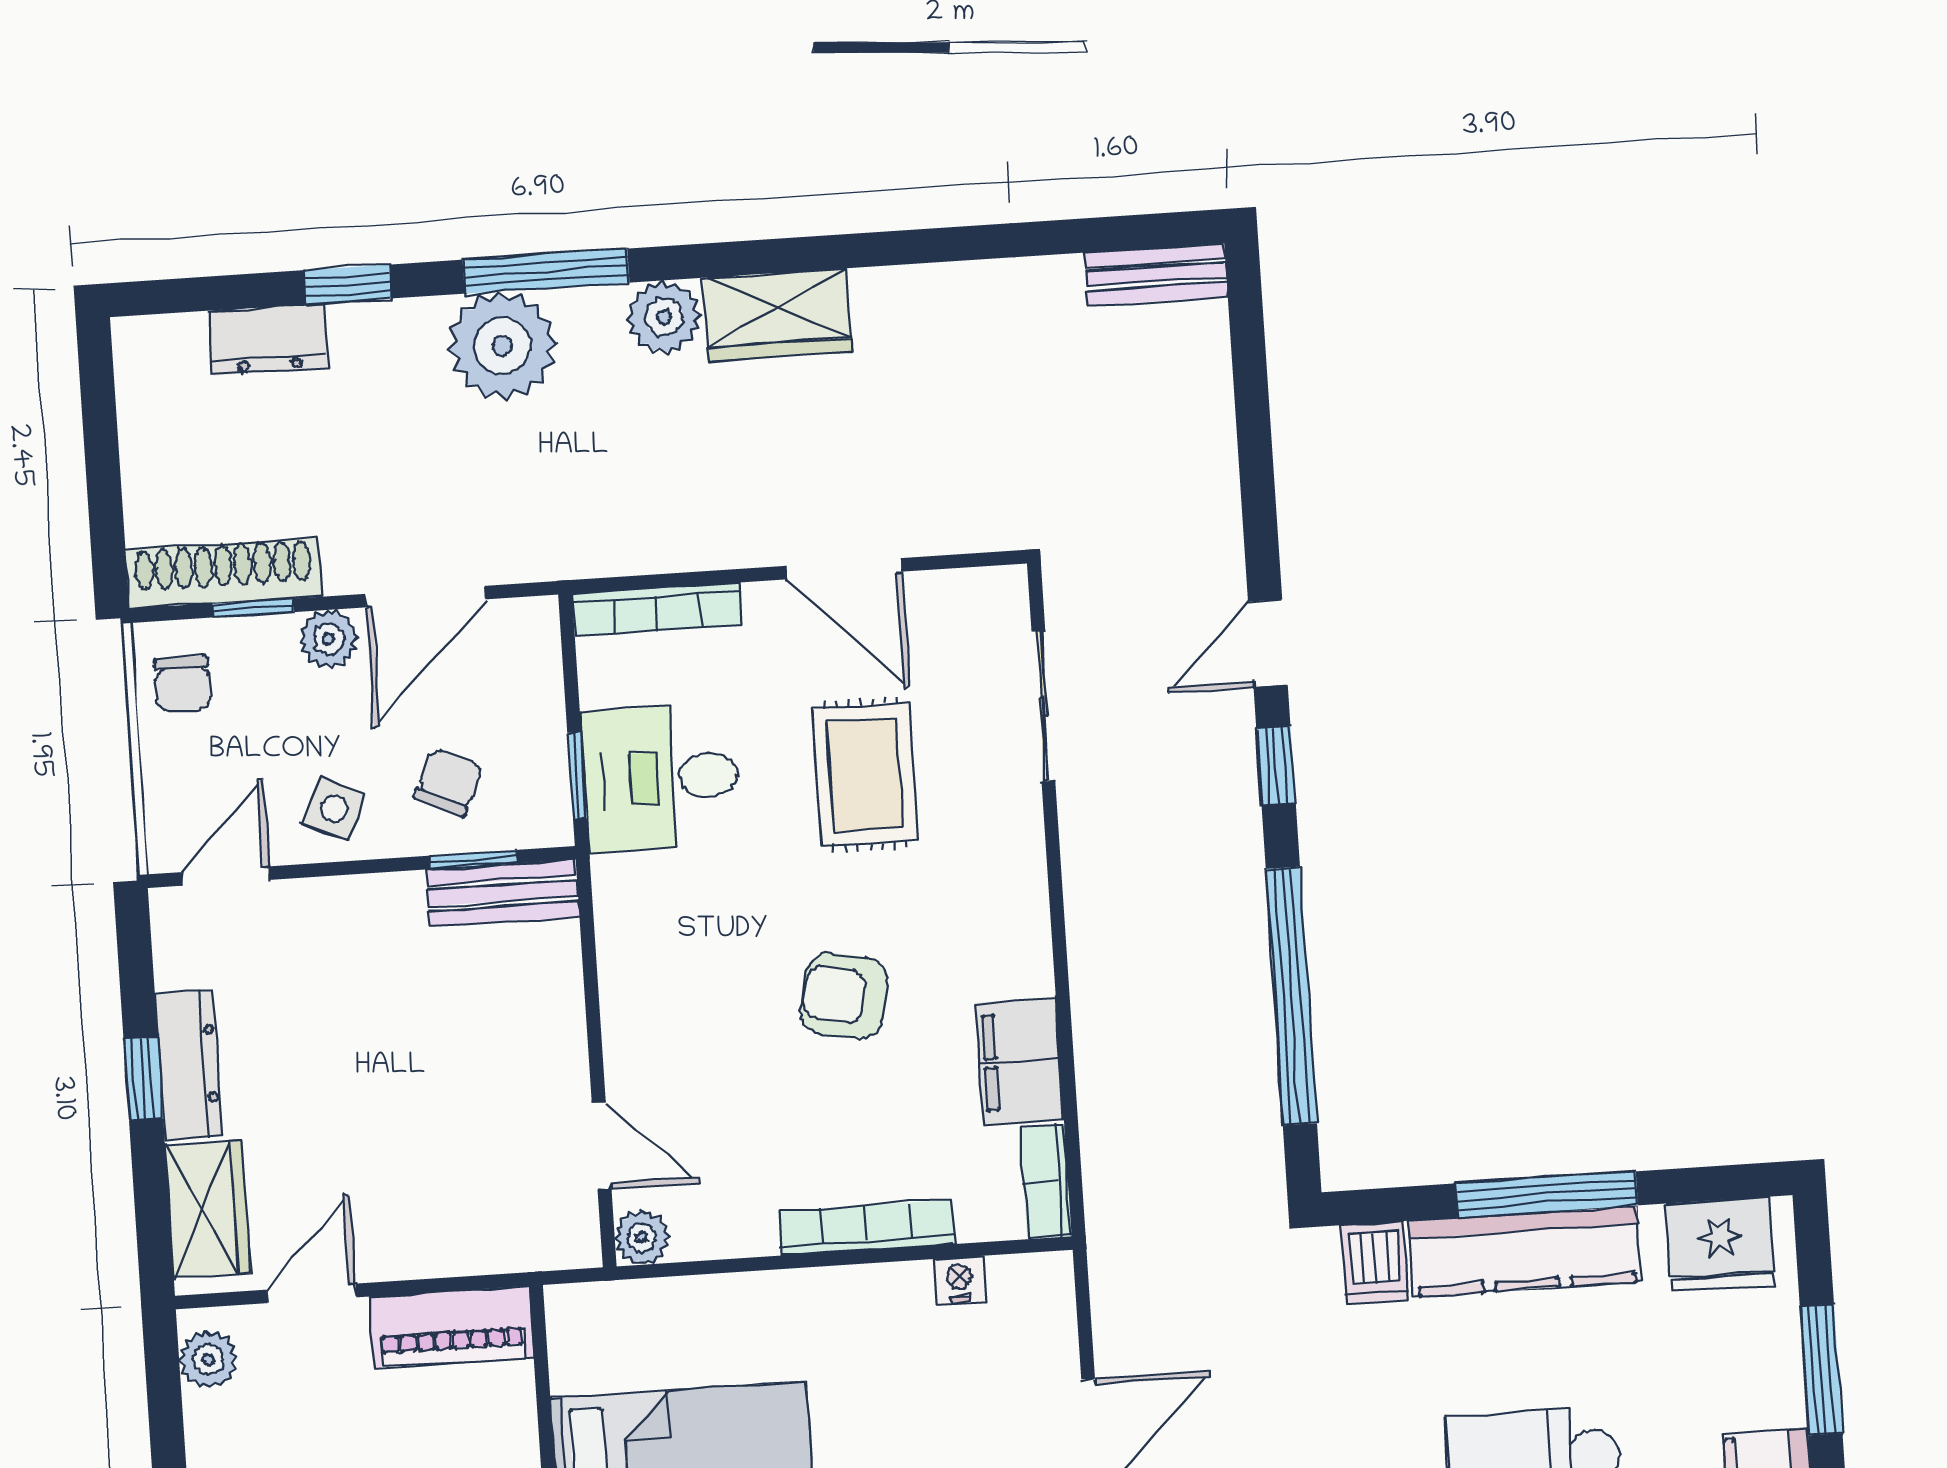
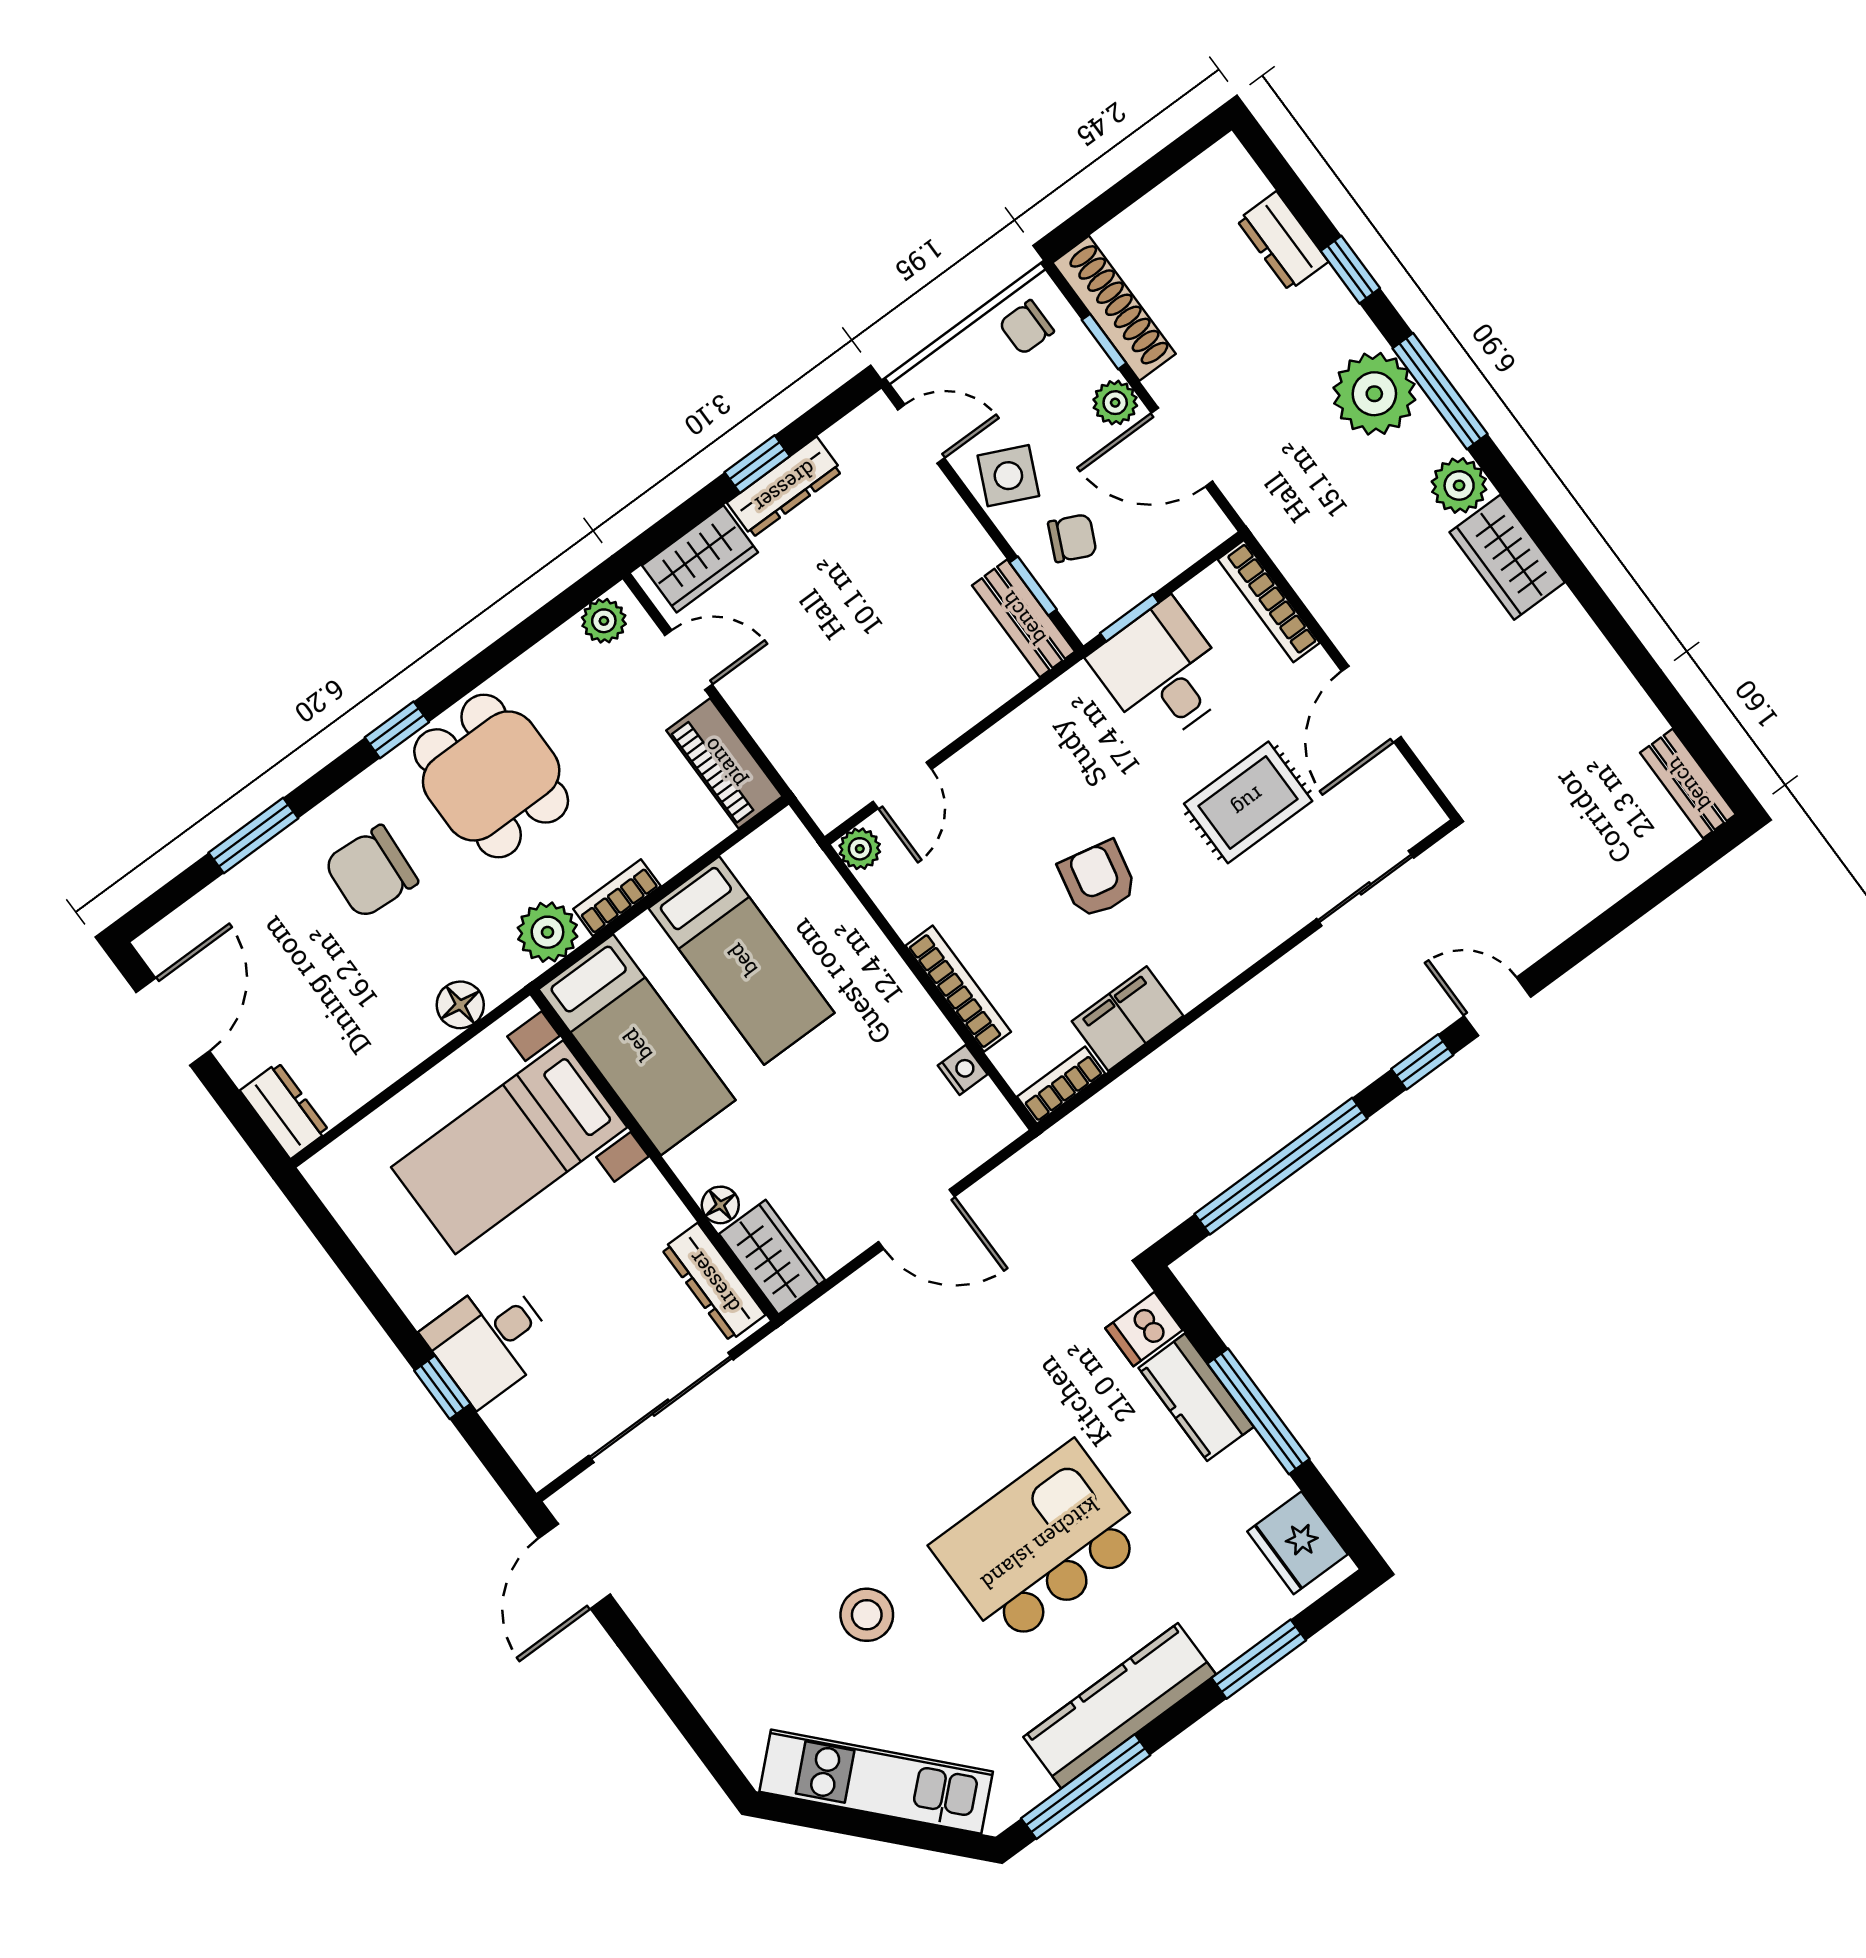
side table: (334, 809) -> (1008, 476), width x1.37, depth x1.37
kitchen counter: (1525, 1251) -> (1196, 1397), width x0.67

